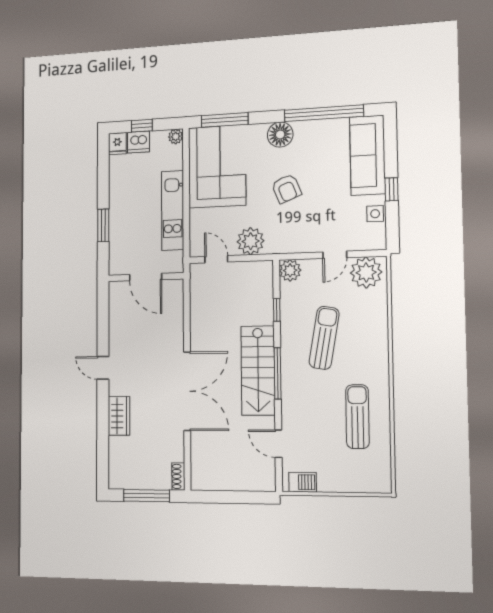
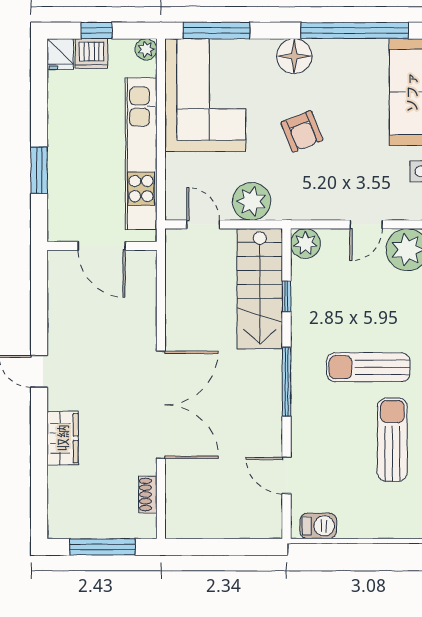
kitchen unit: (173, 210) -> (141, 154), width x1.36
sun lounger: (324, 338) -> (368, 367), moved, turned -100
stairs: (258, 371) -> (260, 289), moved
shoe rack: (178, 476) -> (148, 494), moved

